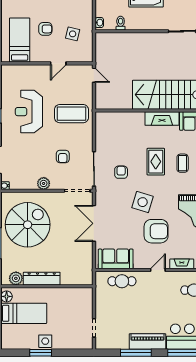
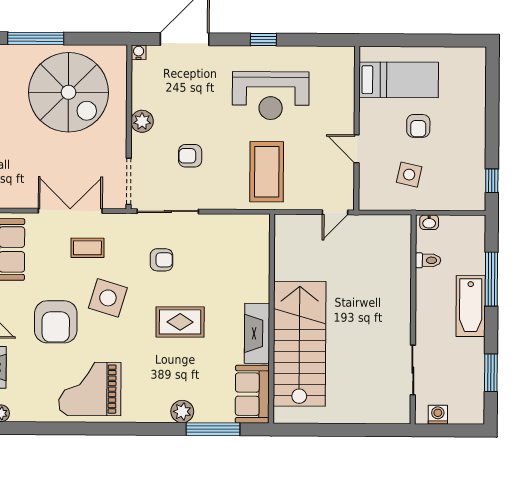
reception desk: (29, 112) -> (271, 96), turned 180
coffee table: (183, 163) -> (87, 248), moved

